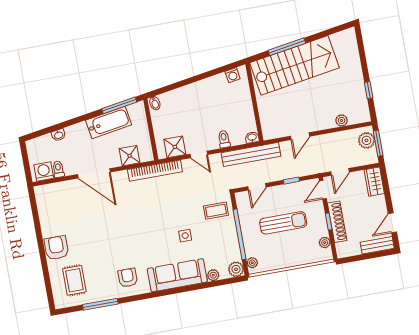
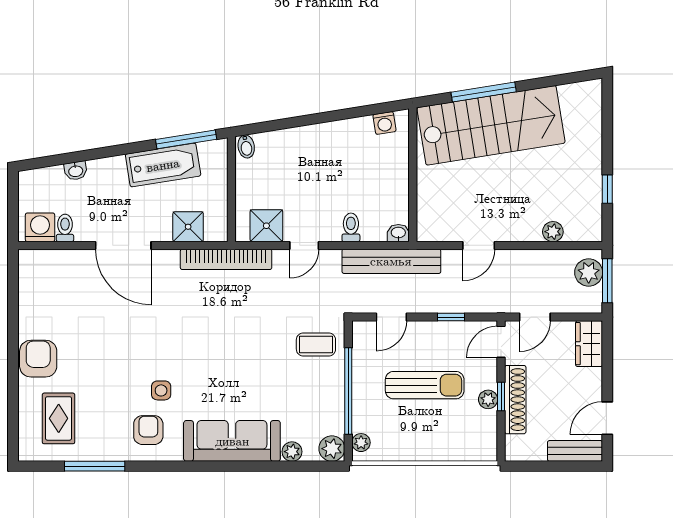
door: (199, 154) -> (304, 245), hinge flipped
side table: (185, 236) -> (161, 390), moved
plant: (325, 243) -> (488, 399), moved

